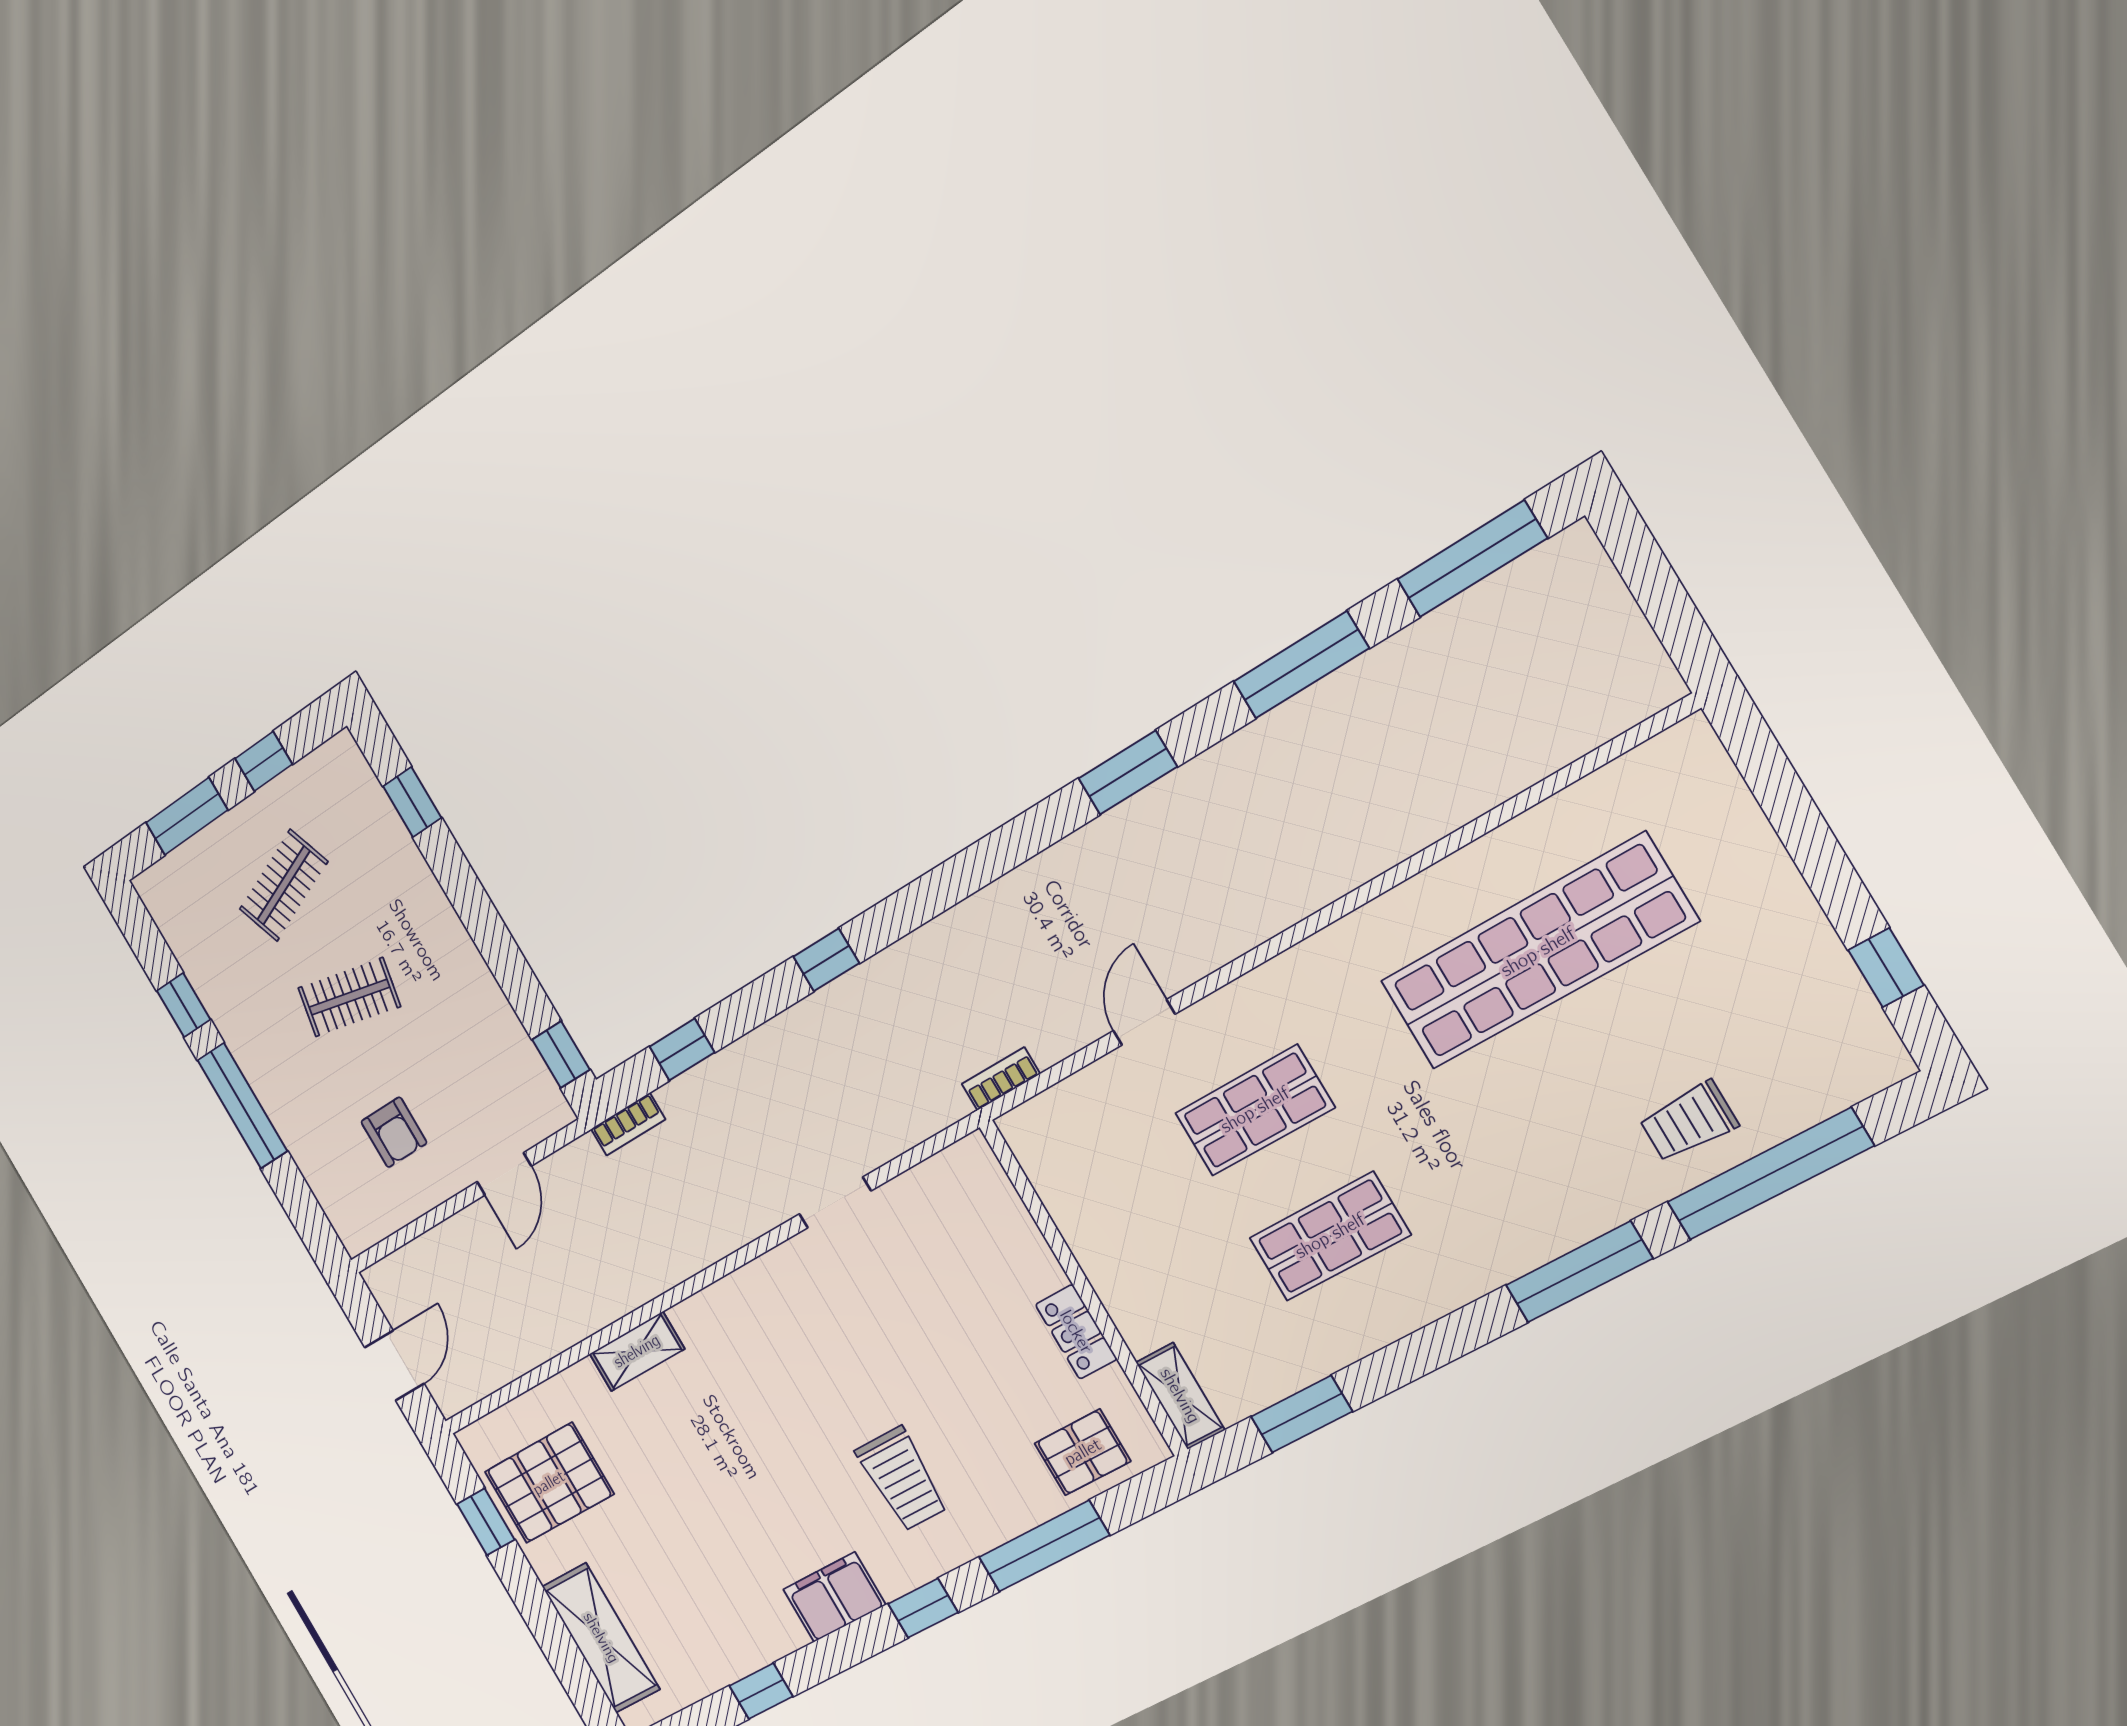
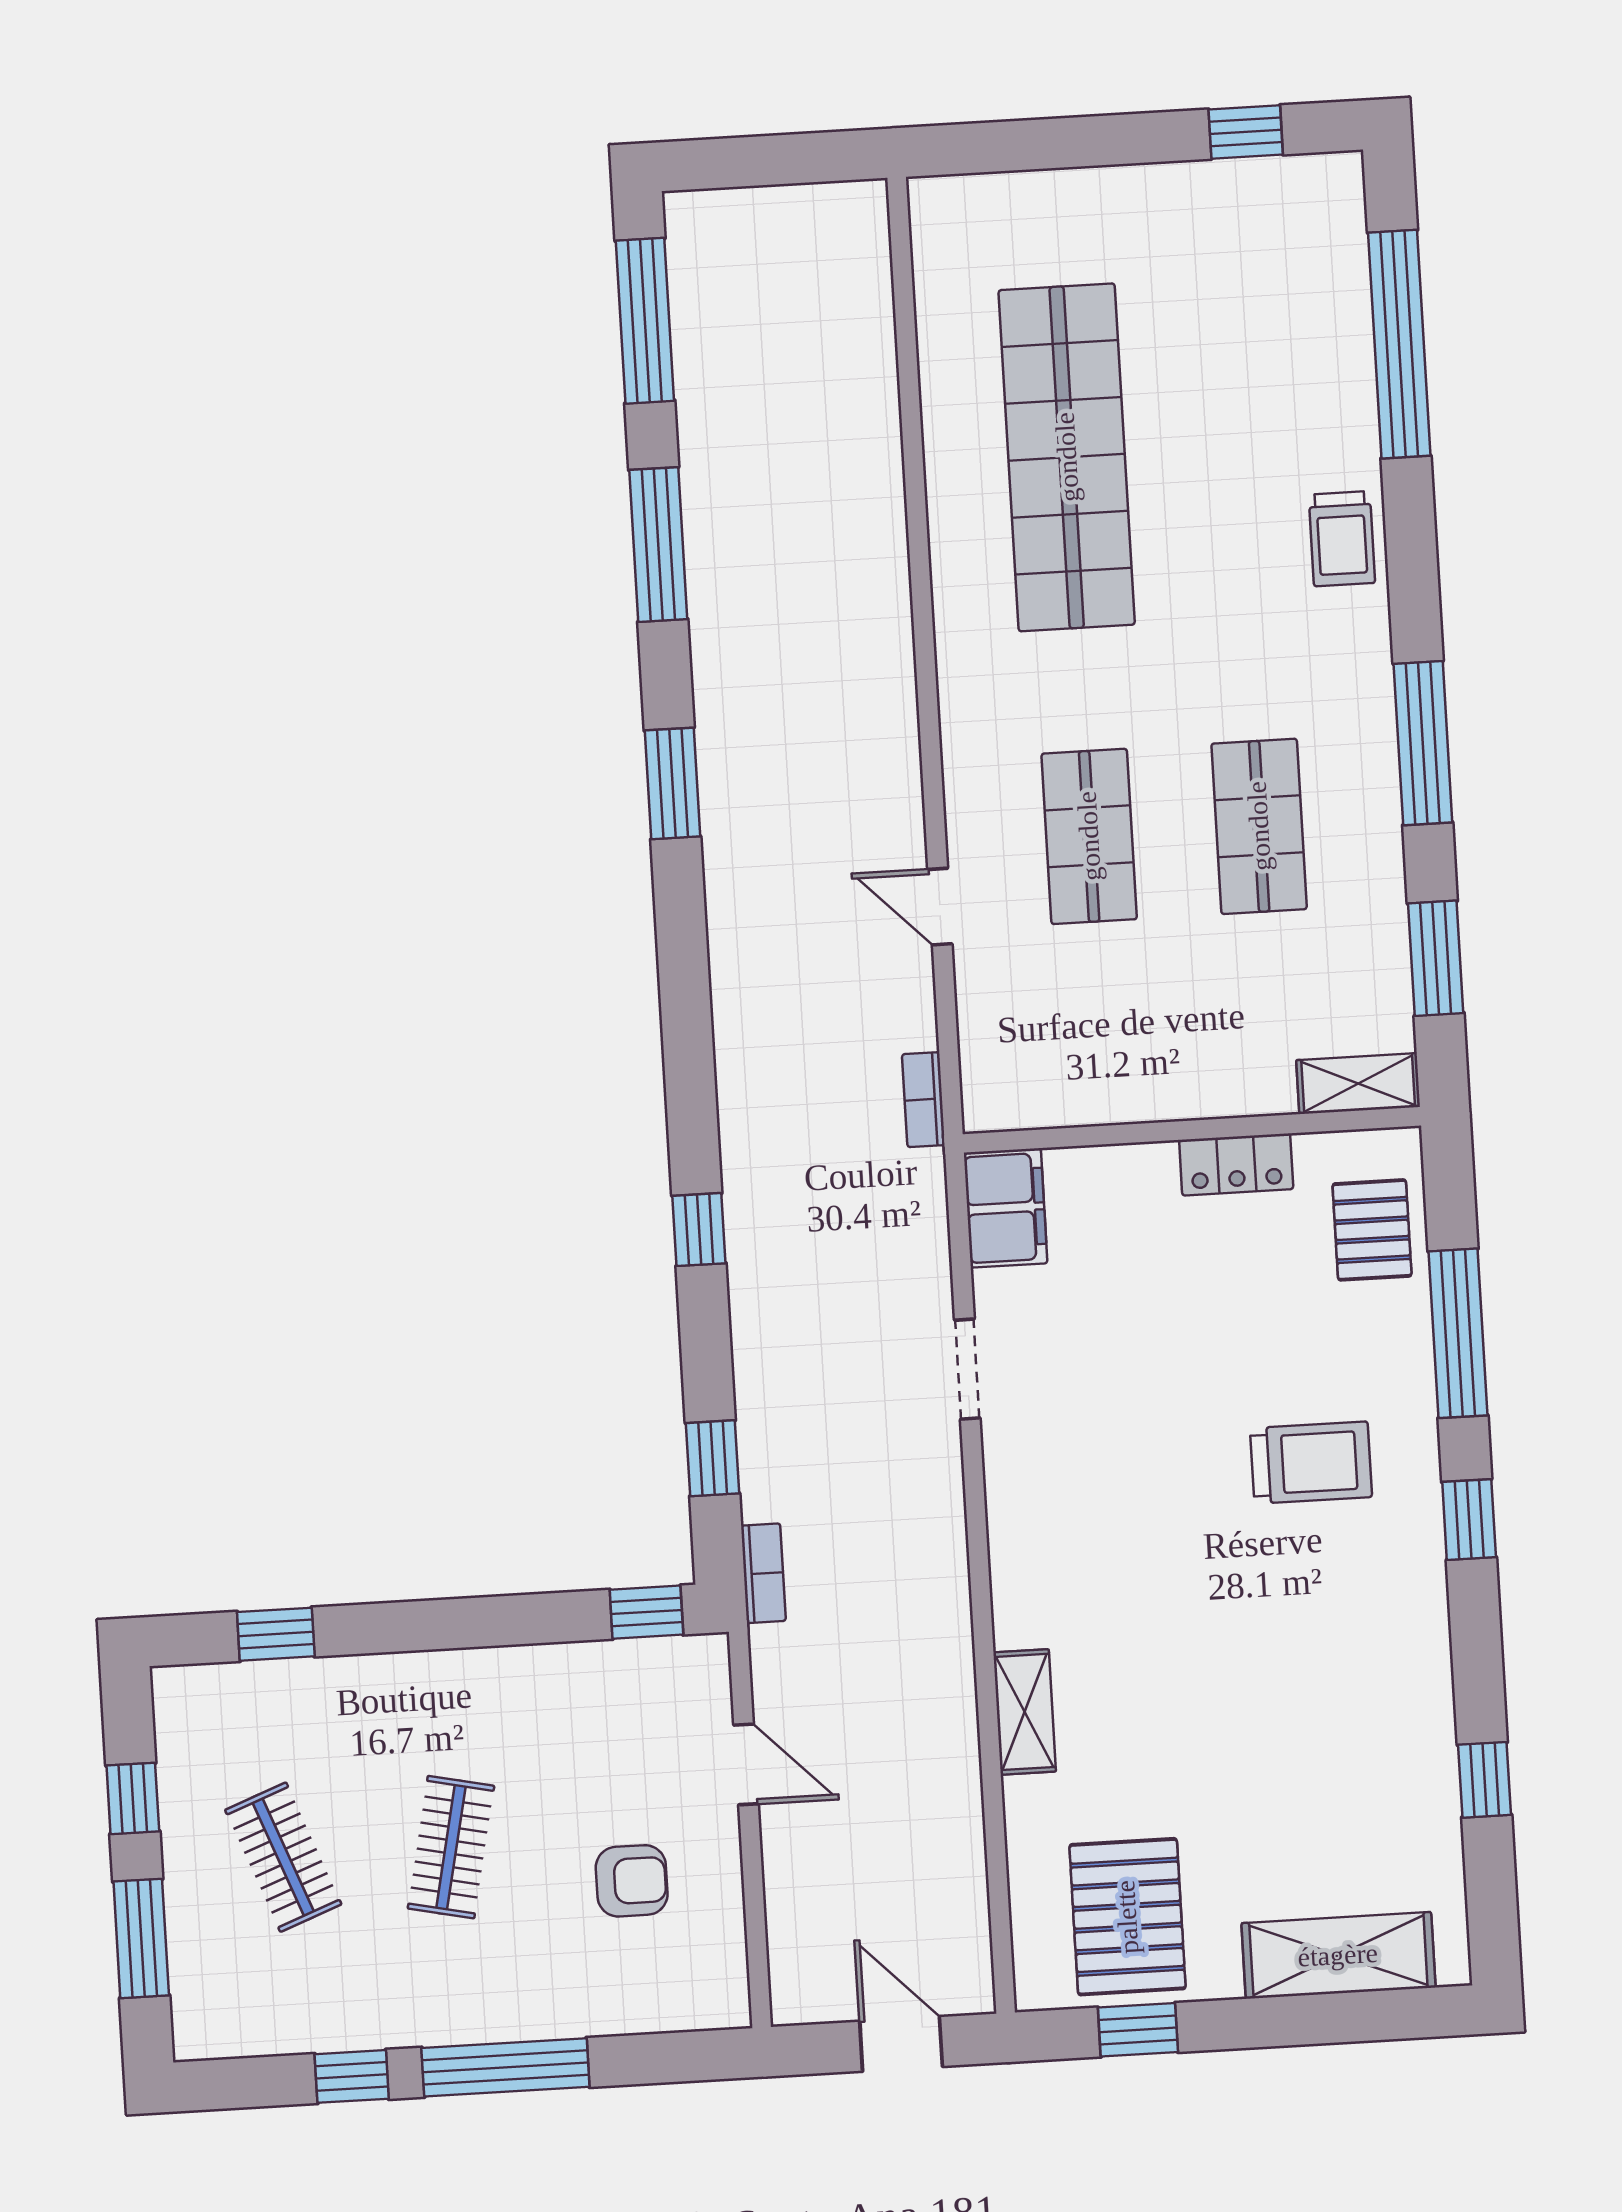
trolley: (1689, 1122) -> (1342, 539), moved
window: (1579, 1272) -> (1423, 743), moved
filing cabinet: (834, 1597) -> (1006, 1208), moved, turned 180

